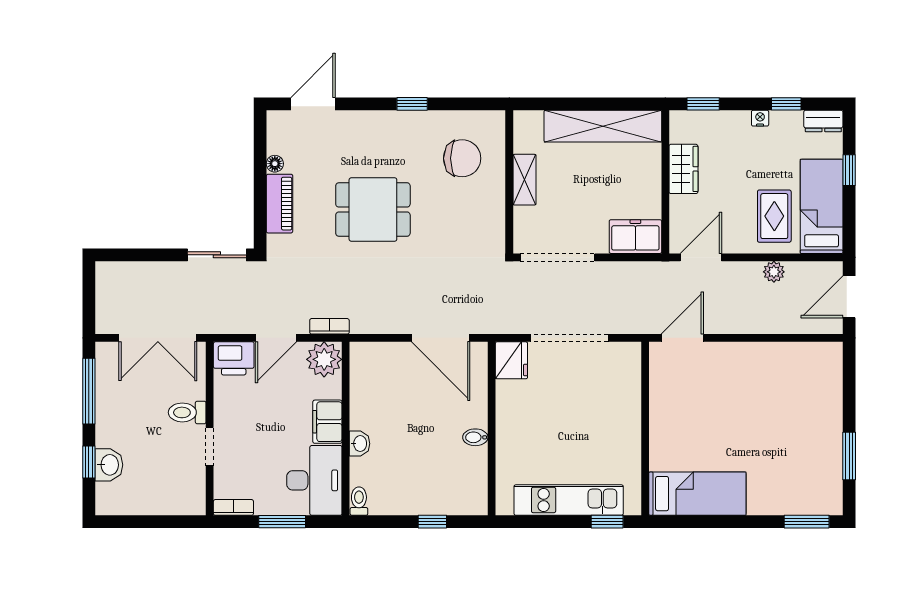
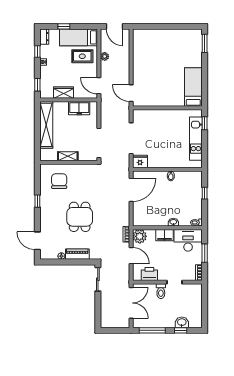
freezer: (635, 237) -> (79, 108), moved, turned -90
printer: (234, 358) -> (149, 274), moved, turned -90
window: (849, 456) -> (178, 26), removed

